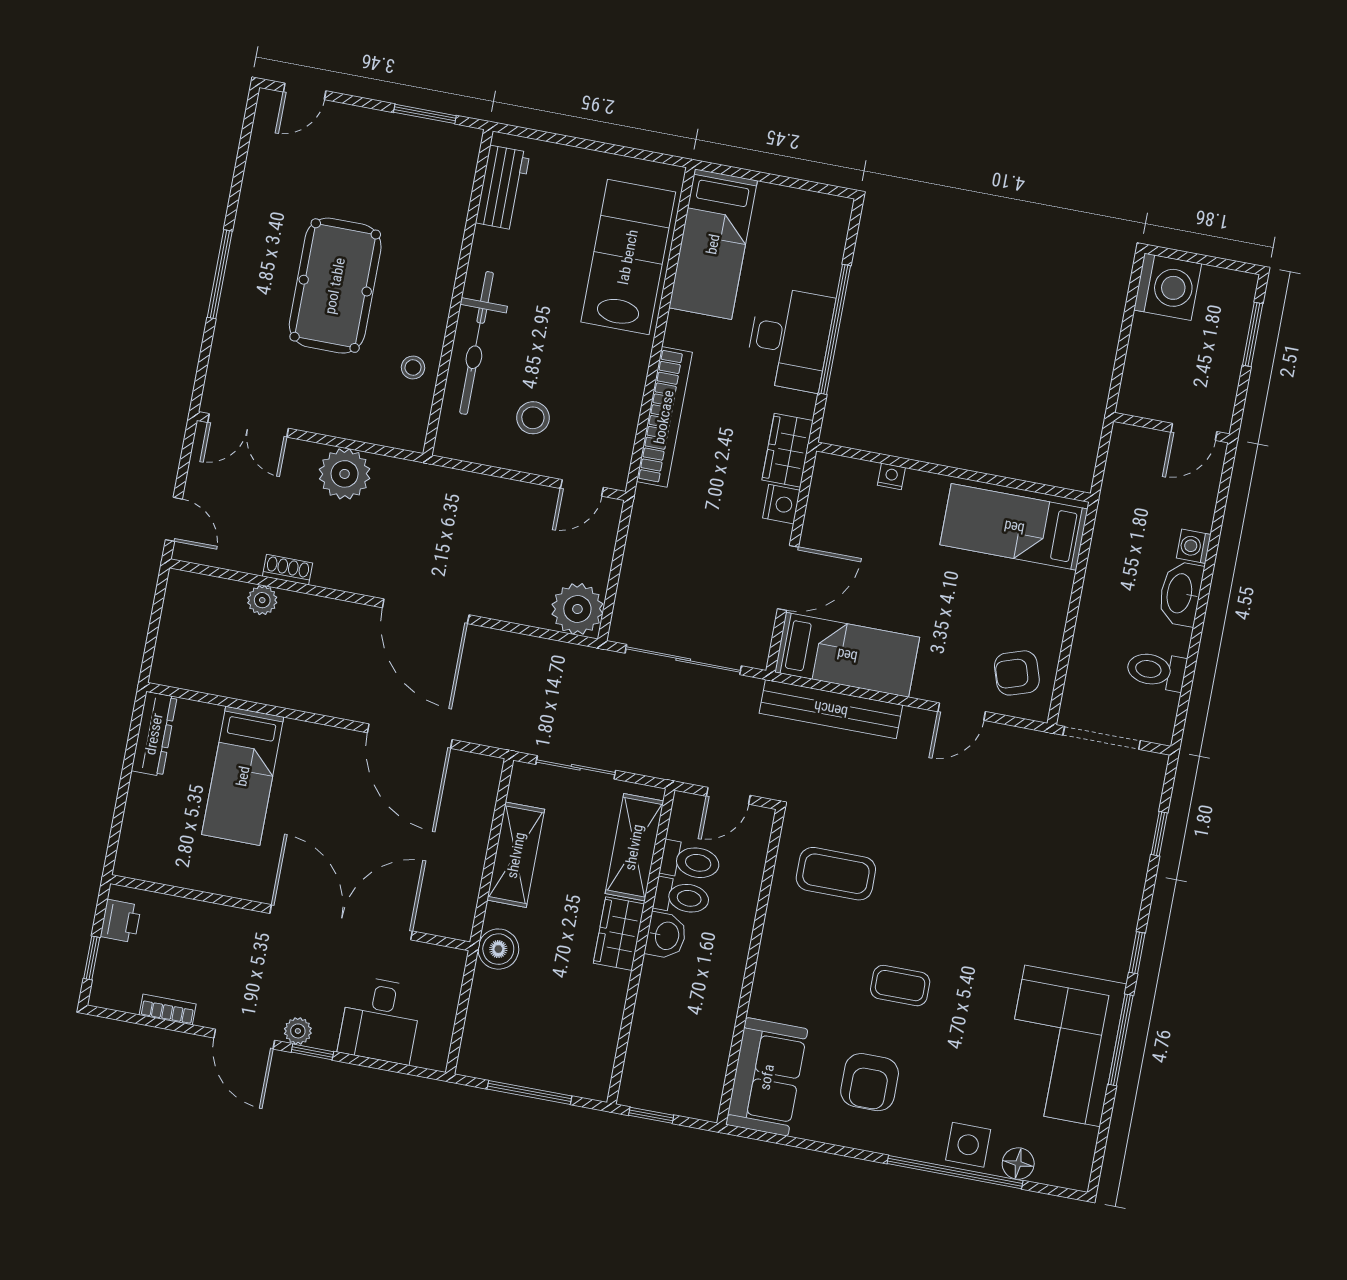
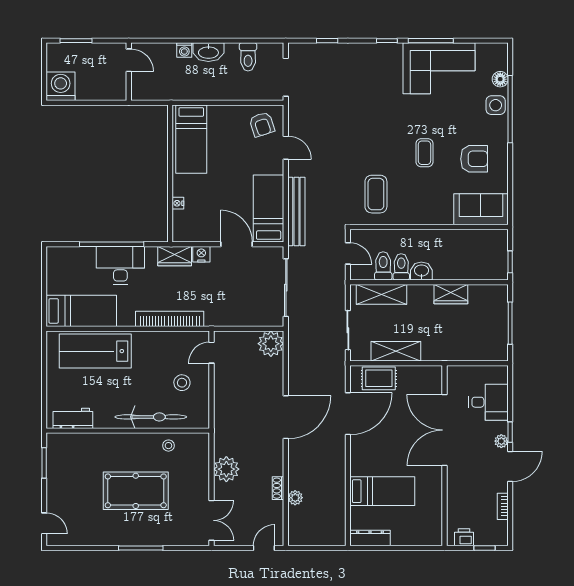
door: (582, 488) -> (212, 353), swing flipped
rug: (469, 811) -> (379, 378), added
wardrobe: (619, 934) -> (451, 294), moved
boiler: (498, 949) -> (443, 351), removed

